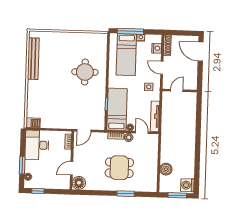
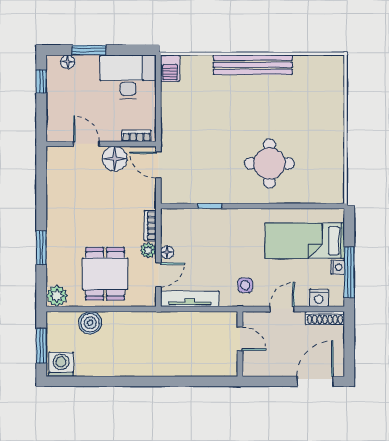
window: (130, 31) -> (349, 272), moved
bench: (33, 59) -> (253, 65), moved
bed: (117, 109) -> (201, 226), removed
dining table: (119, 168) -> (105, 274), moved
floor lamp: (79, 183) -> (115, 159), moved
plant: (151, 186) -> (57, 296), added

